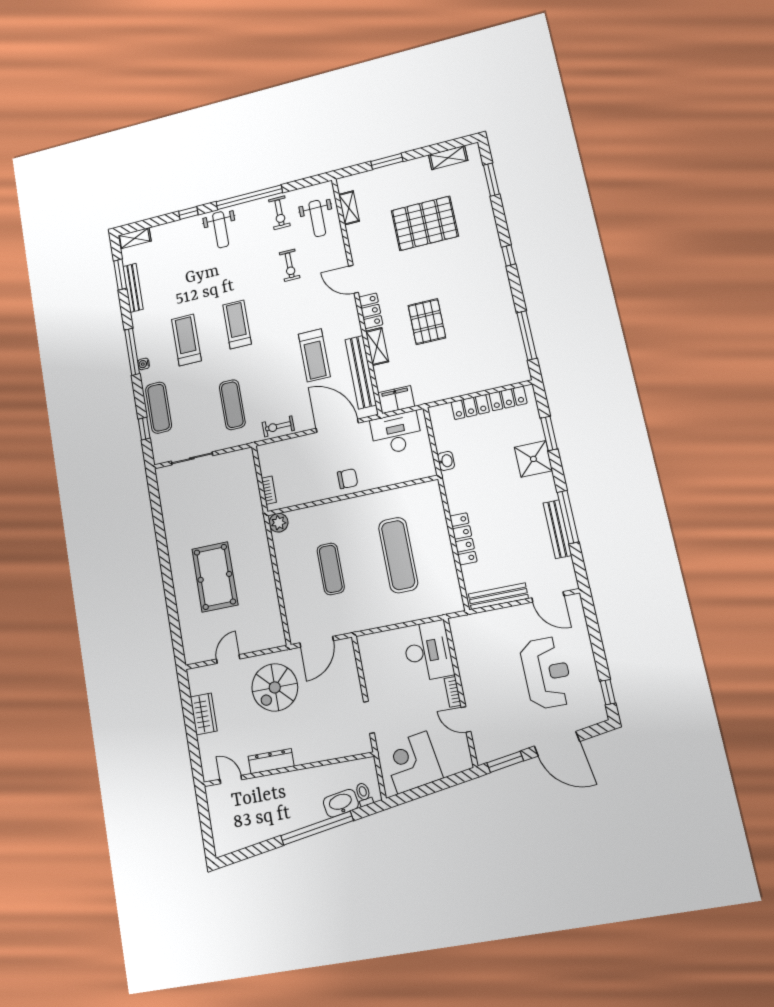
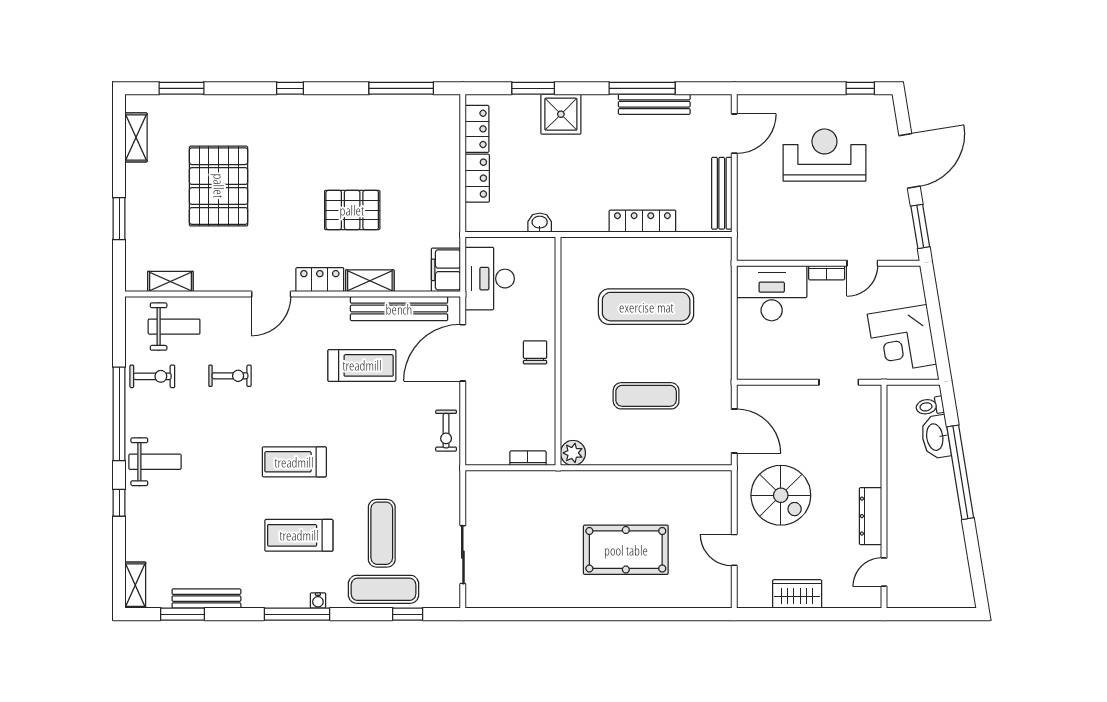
exercise mat: (232, 405) -> (382, 533), moved, turned 90

